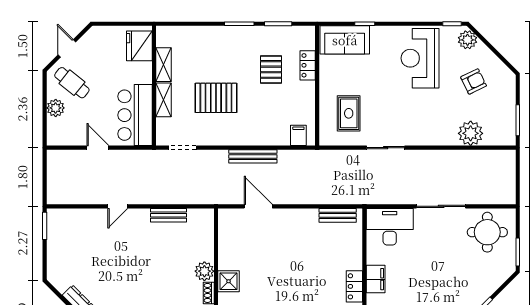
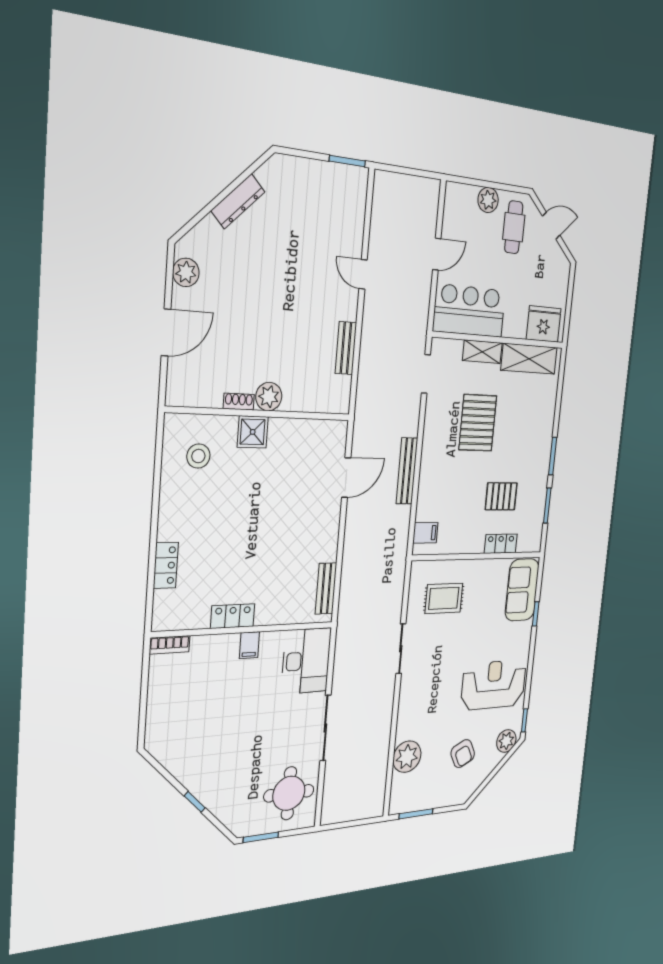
shelving: (164, 65) -> (529, 359), width x1.50, depth x1.33
cafe table: (72, 83) -> (514, 227), turned -39
filing cabinet: (376, 279) -> (249, 645), width x0.50

